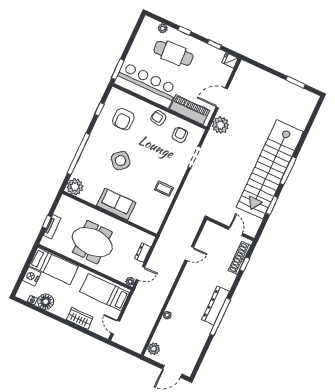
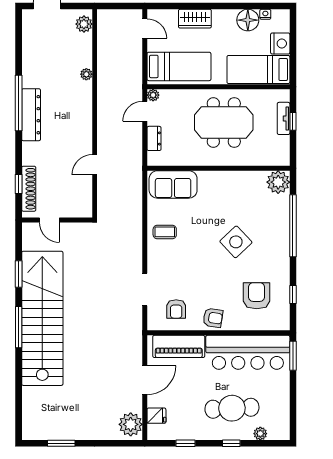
fridge: (230, 60) -> (156, 416), moved
plant: (220, 125) -> (131, 424), moved
sofa: (116, 204) -> (173, 184), moved

